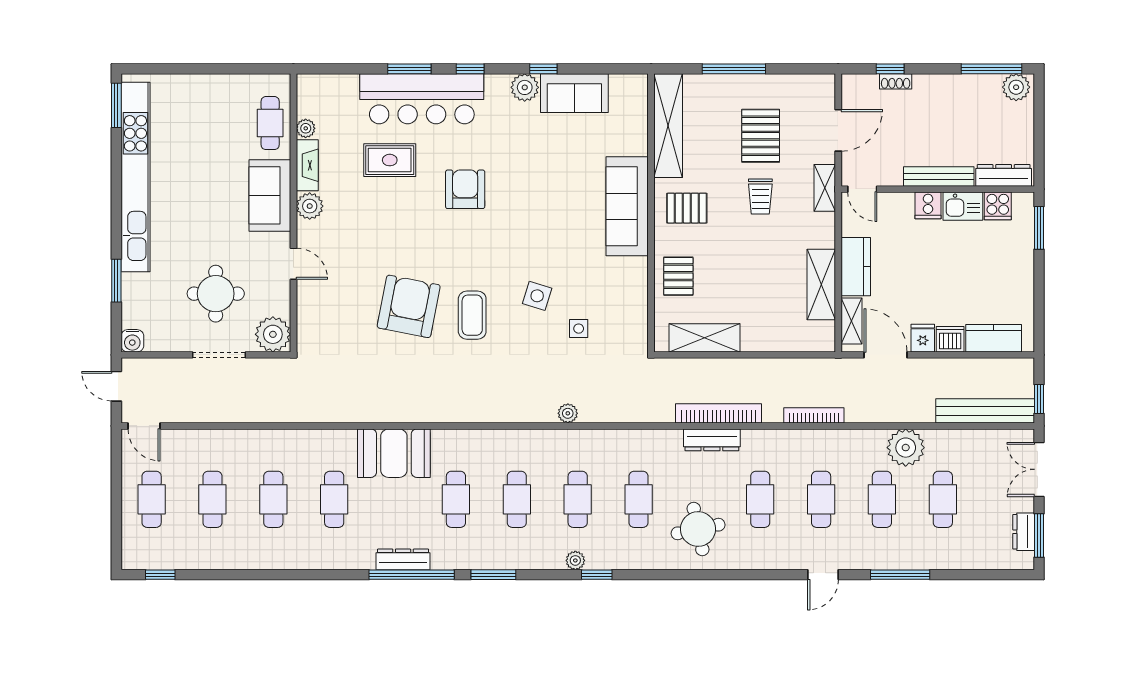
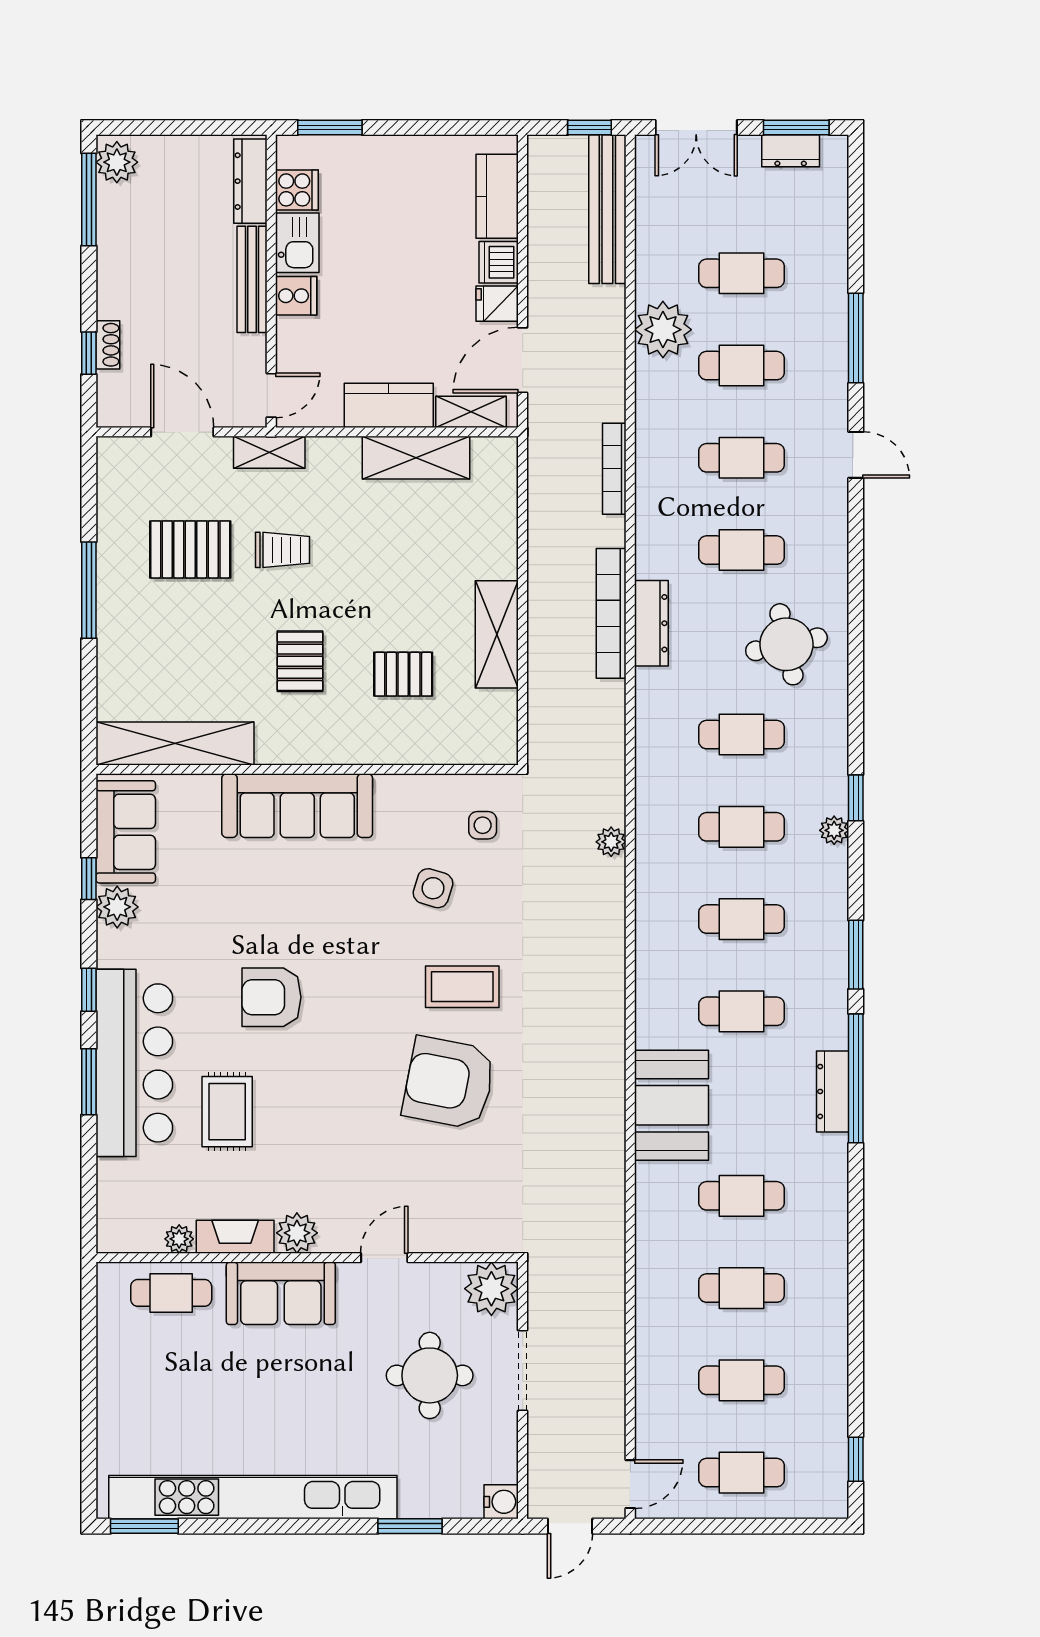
shelving: (668, 126) -> (175, 744), moved
sofa: (627, 206) -> (297, 806), moved
wall: (651, 213) -> (307, 769), moved

